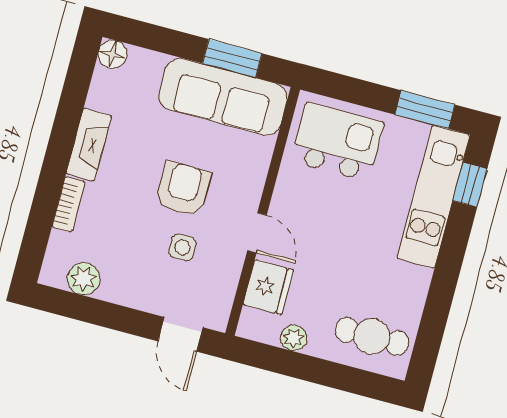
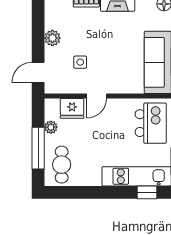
armchair: (183, 189) -> (108, 55), removed
plant: (84, 279) -> (52, 38), moved
window: (328, 374) -> (38, 148), added

